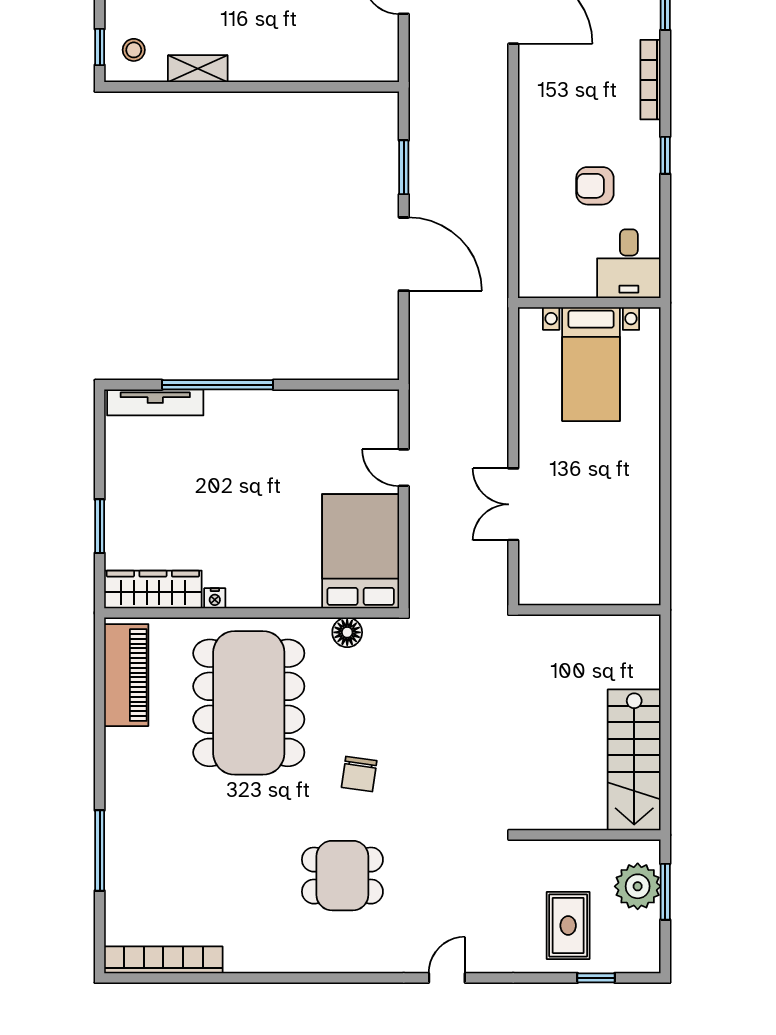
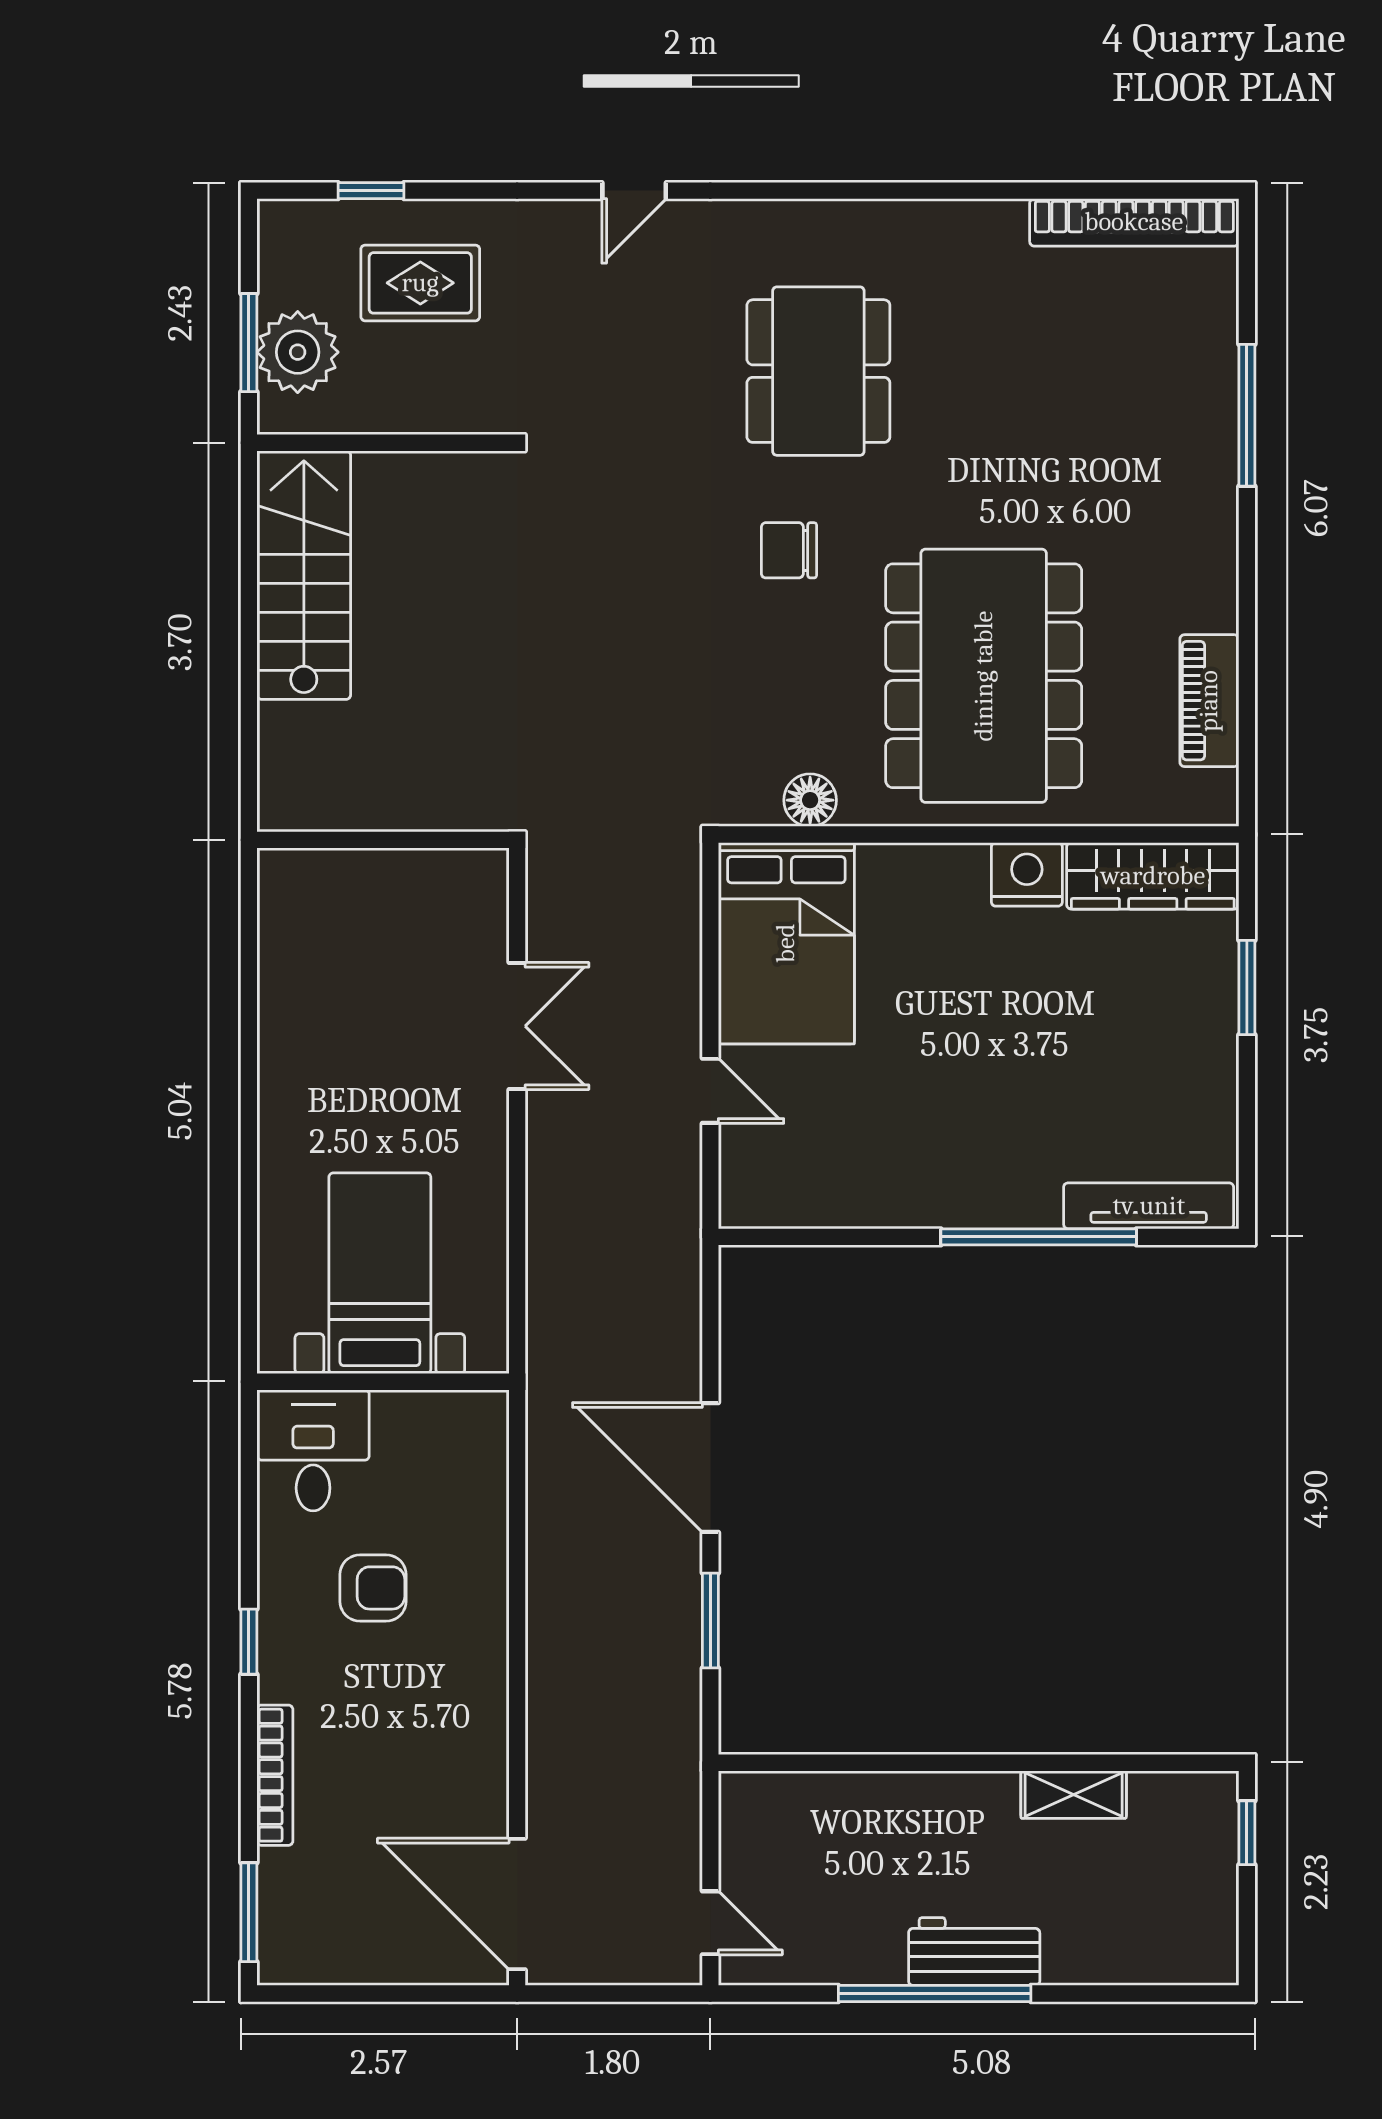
stool: (134, 50) -> (1187, 1828), removed
nightstand: (215, 598) -> (1027, 874), width x1.89, depth x1.79
piano: (126, 675) -> (1209, 701), width x0.73, depth x0.75
chair: (359, 774) -> (789, 550), turned -98
dining table: (342, 876) -> (818, 371), width x1.38
rug: (568, 925) -> (420, 283), turned 90

